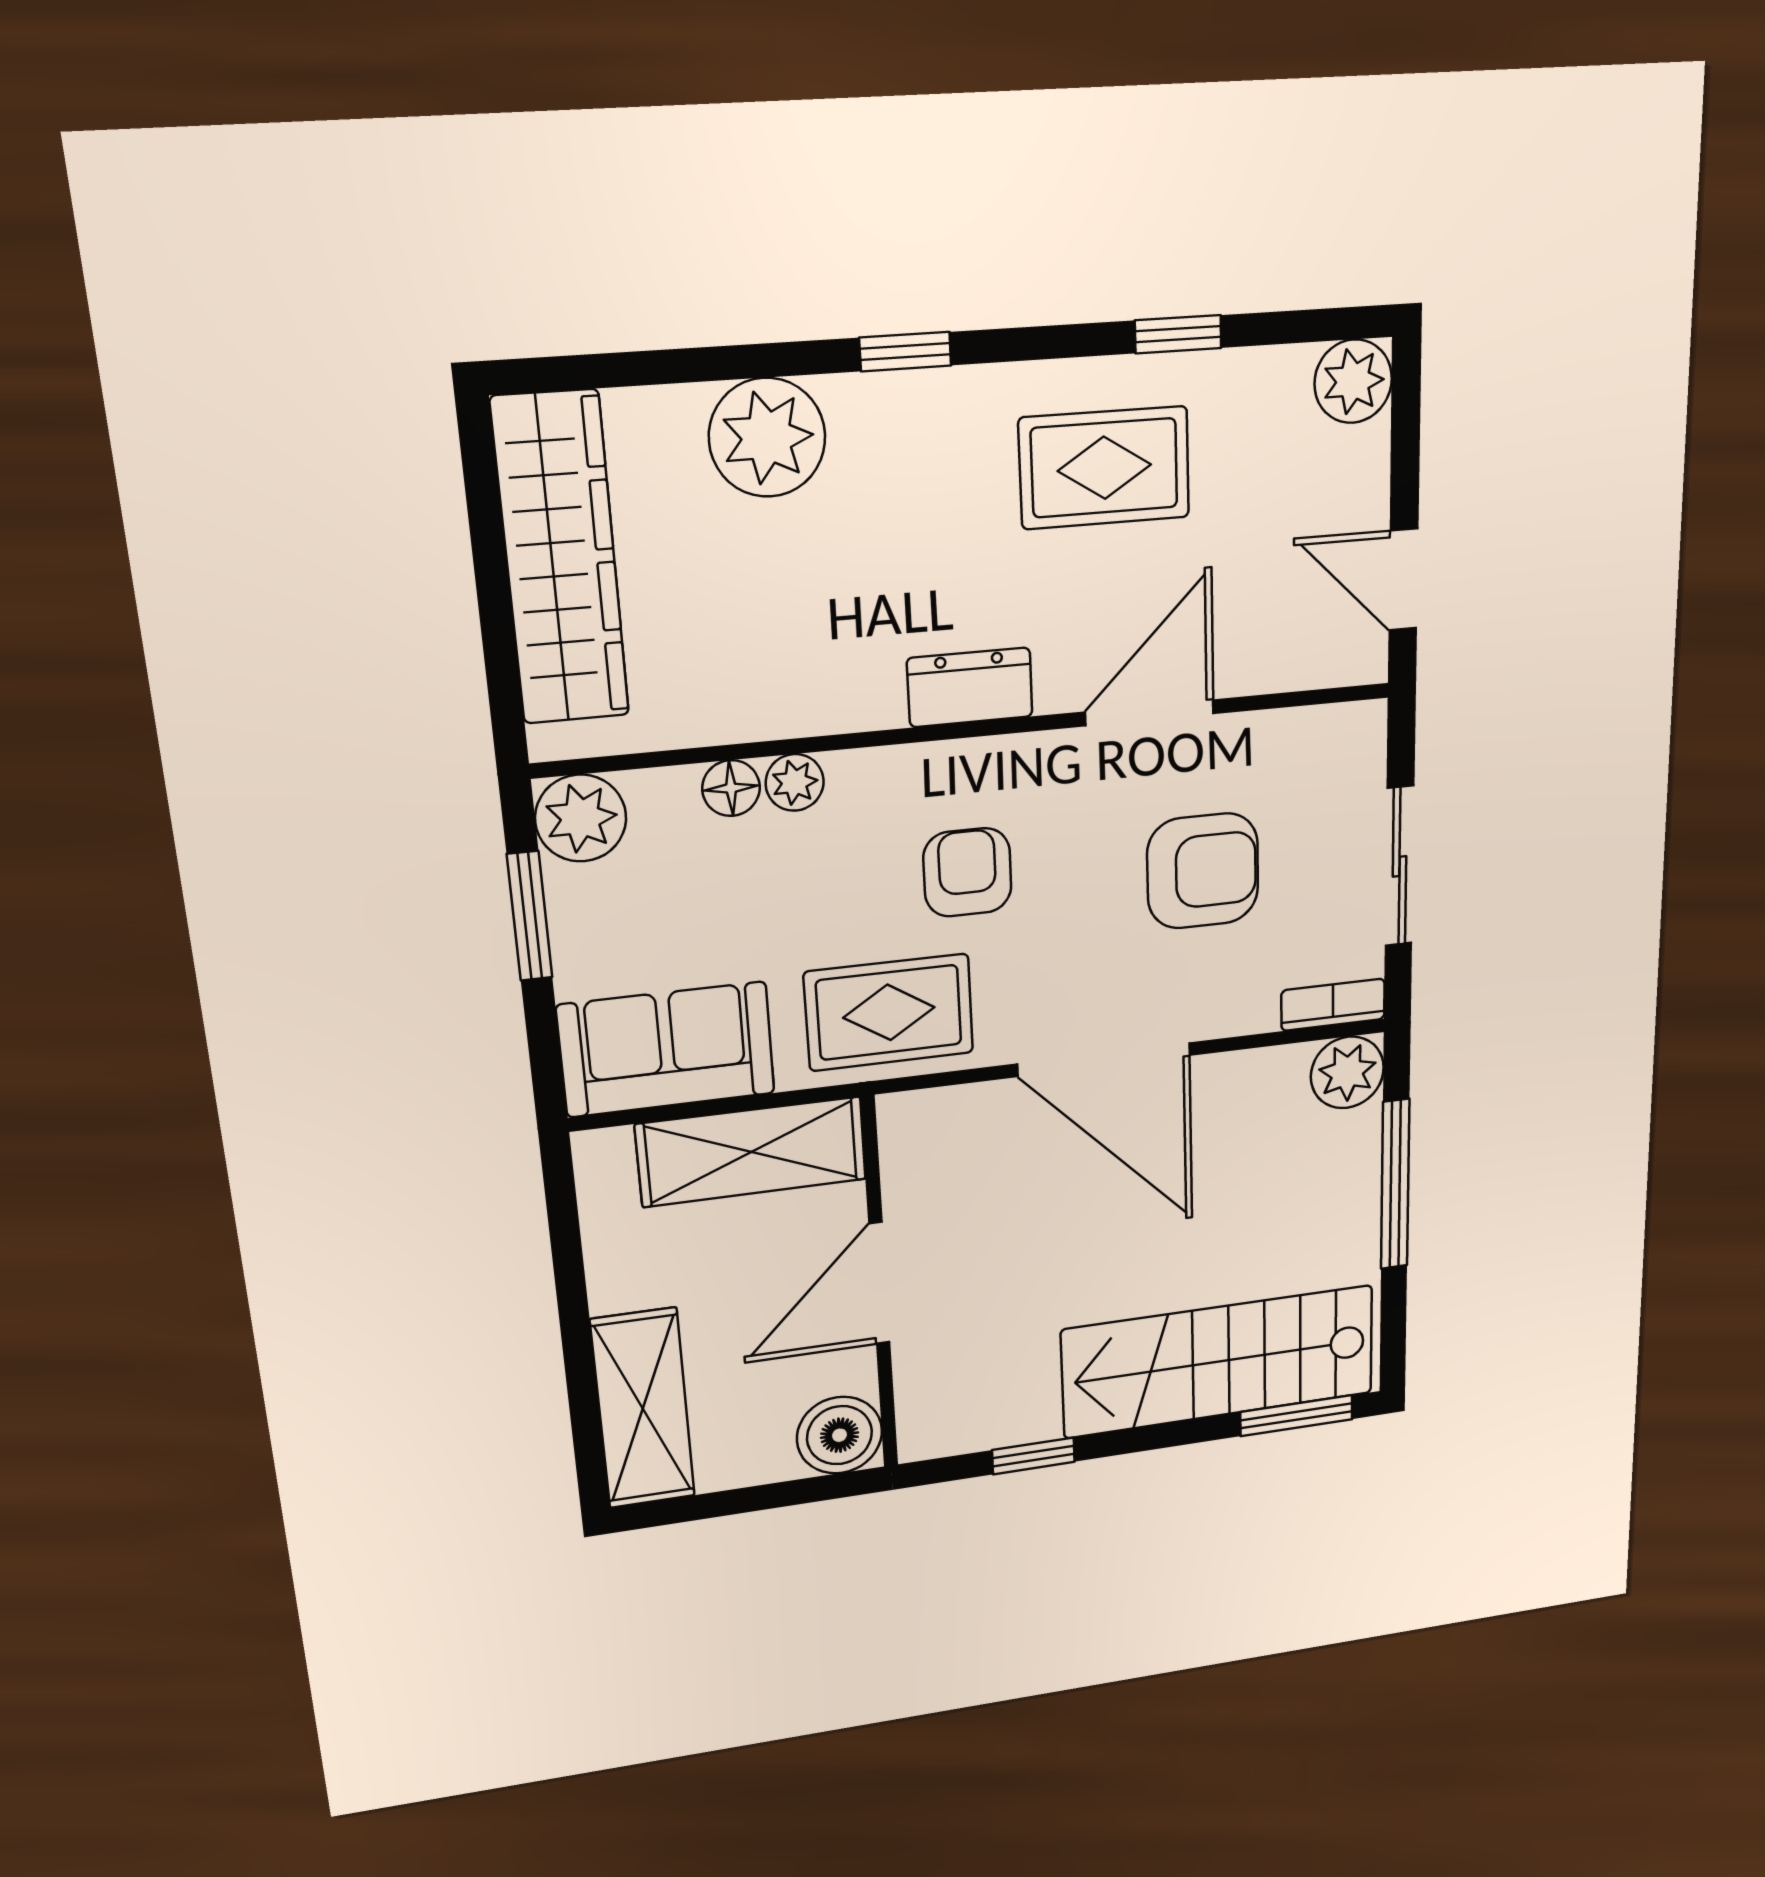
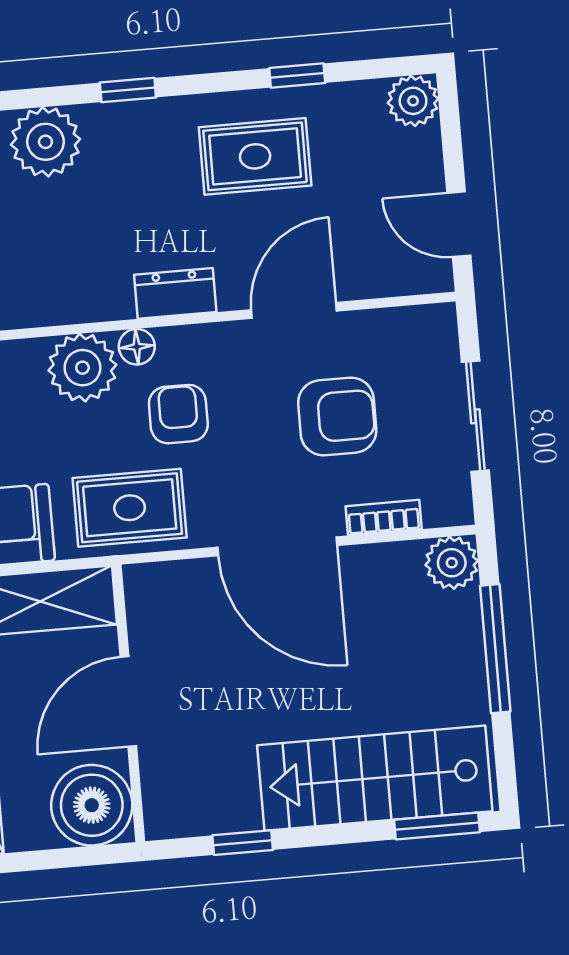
plant: (795, 782) -> (82, 368), width x1.88, depth x1.88
floor lamp: (731, 788) -> (137, 347), moved
bookcase: (1333, 1005) -> (384, 518), moved
boiler: (839, 1435) -> (92, 805), width x1.37, depth x1.37

